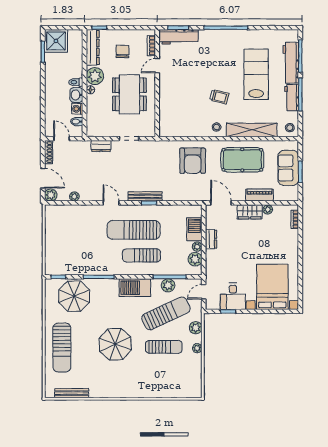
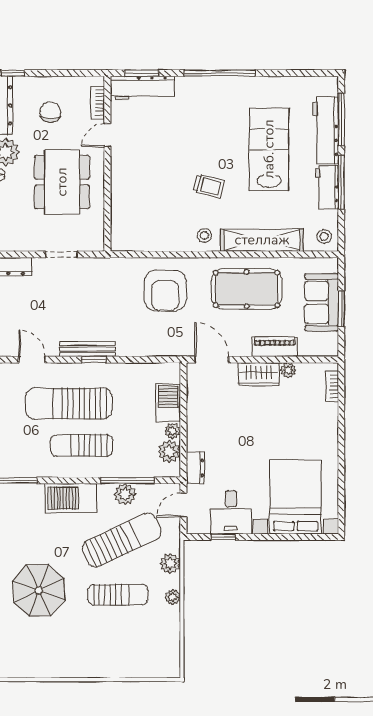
dresser: (211, 239) -> (195, 468), moved

